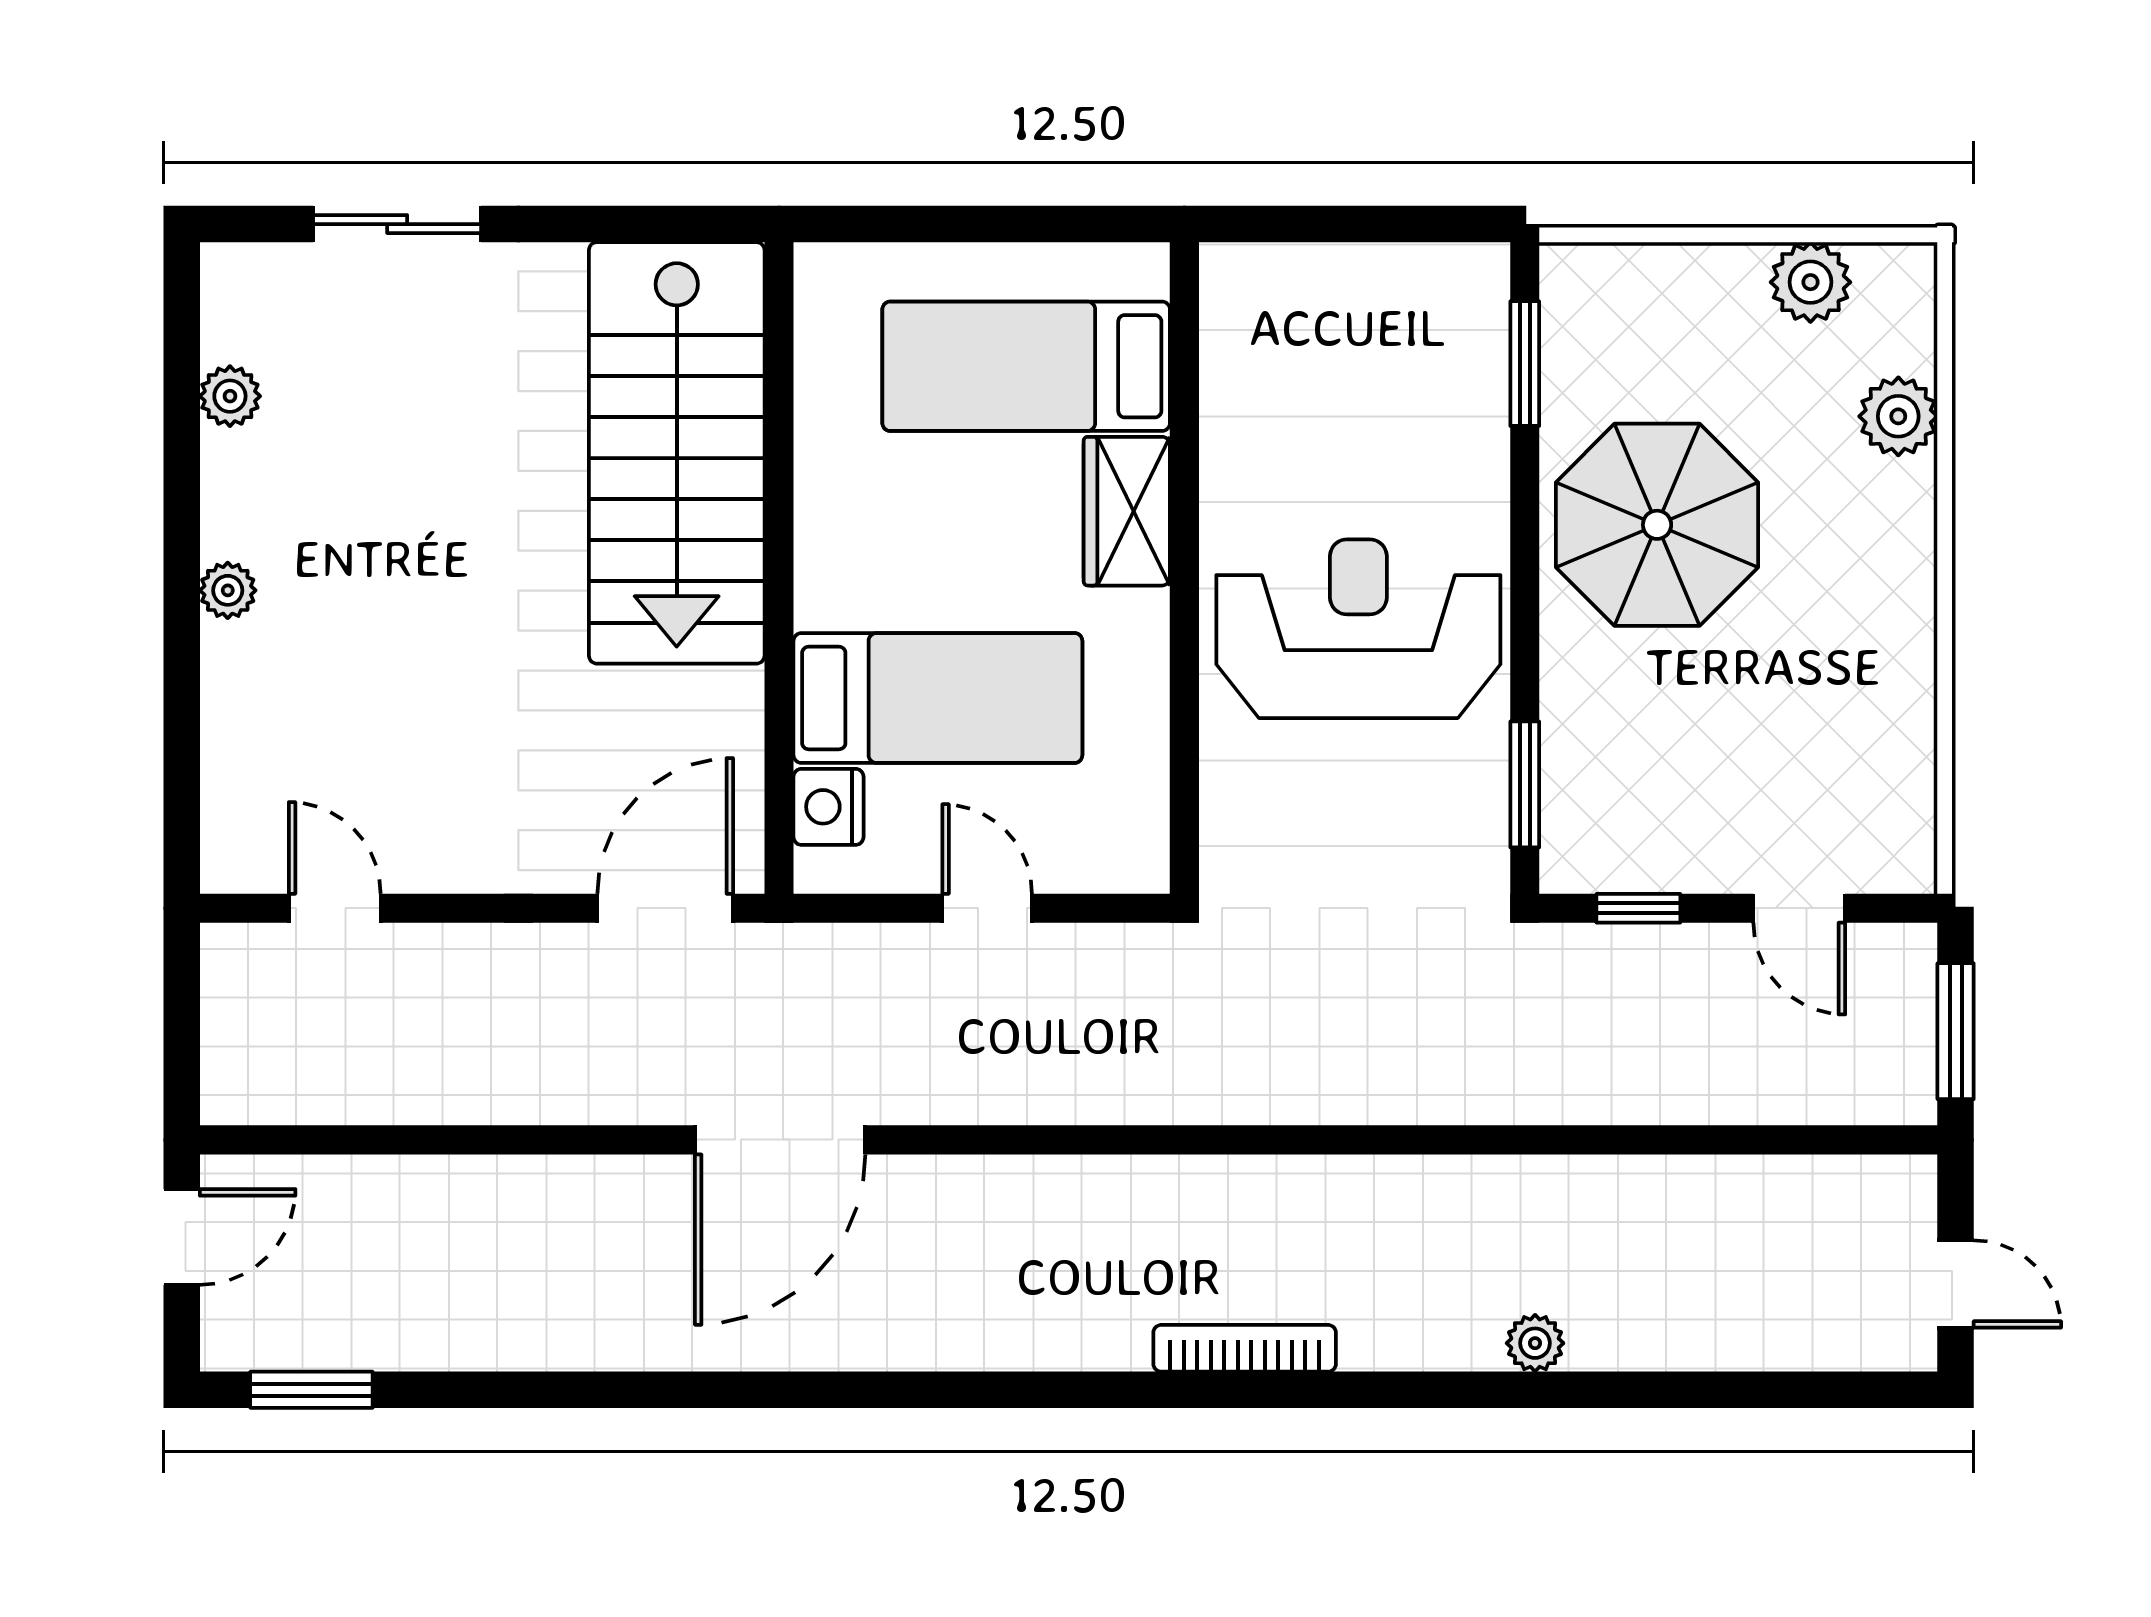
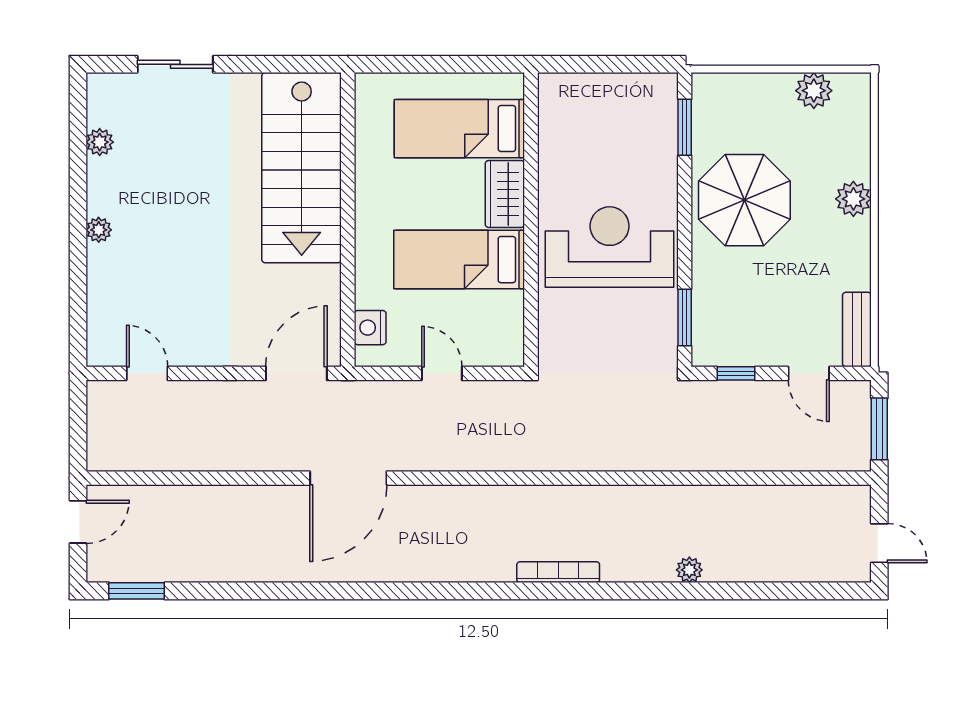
plant: (1898, 416) -> (853, 199), moved
bed: (938, 698) -> (459, 260), moved, turned 180
bench: (1906, 811) -> (857, 330), added

